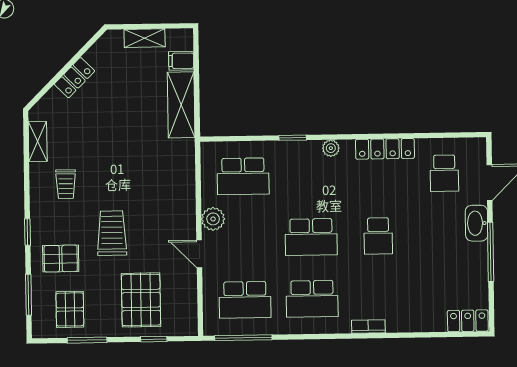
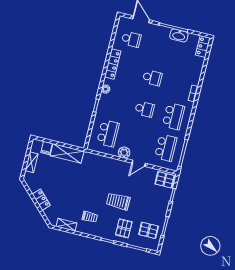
washbasin: (477, 223) -> (179, 35), moved
school desk: (311, 237) -> (145, 109), width x0.54
pallet: (141, 300) -> (165, 180), moved, width x0.67, depth x0.71

